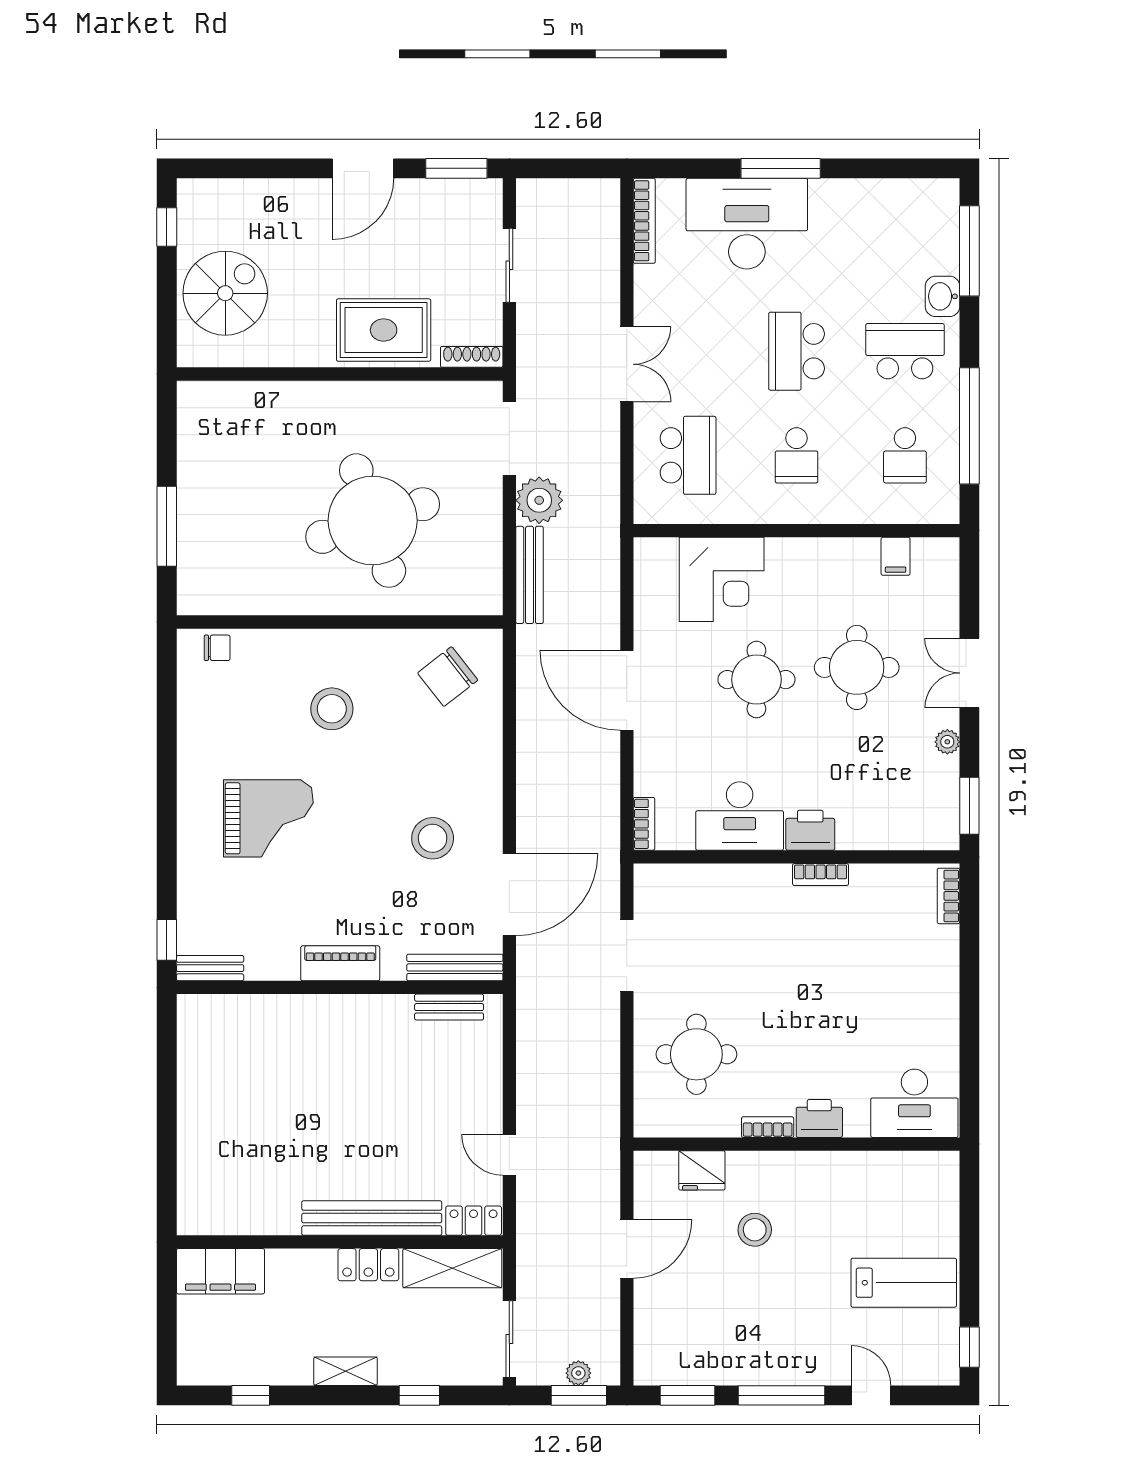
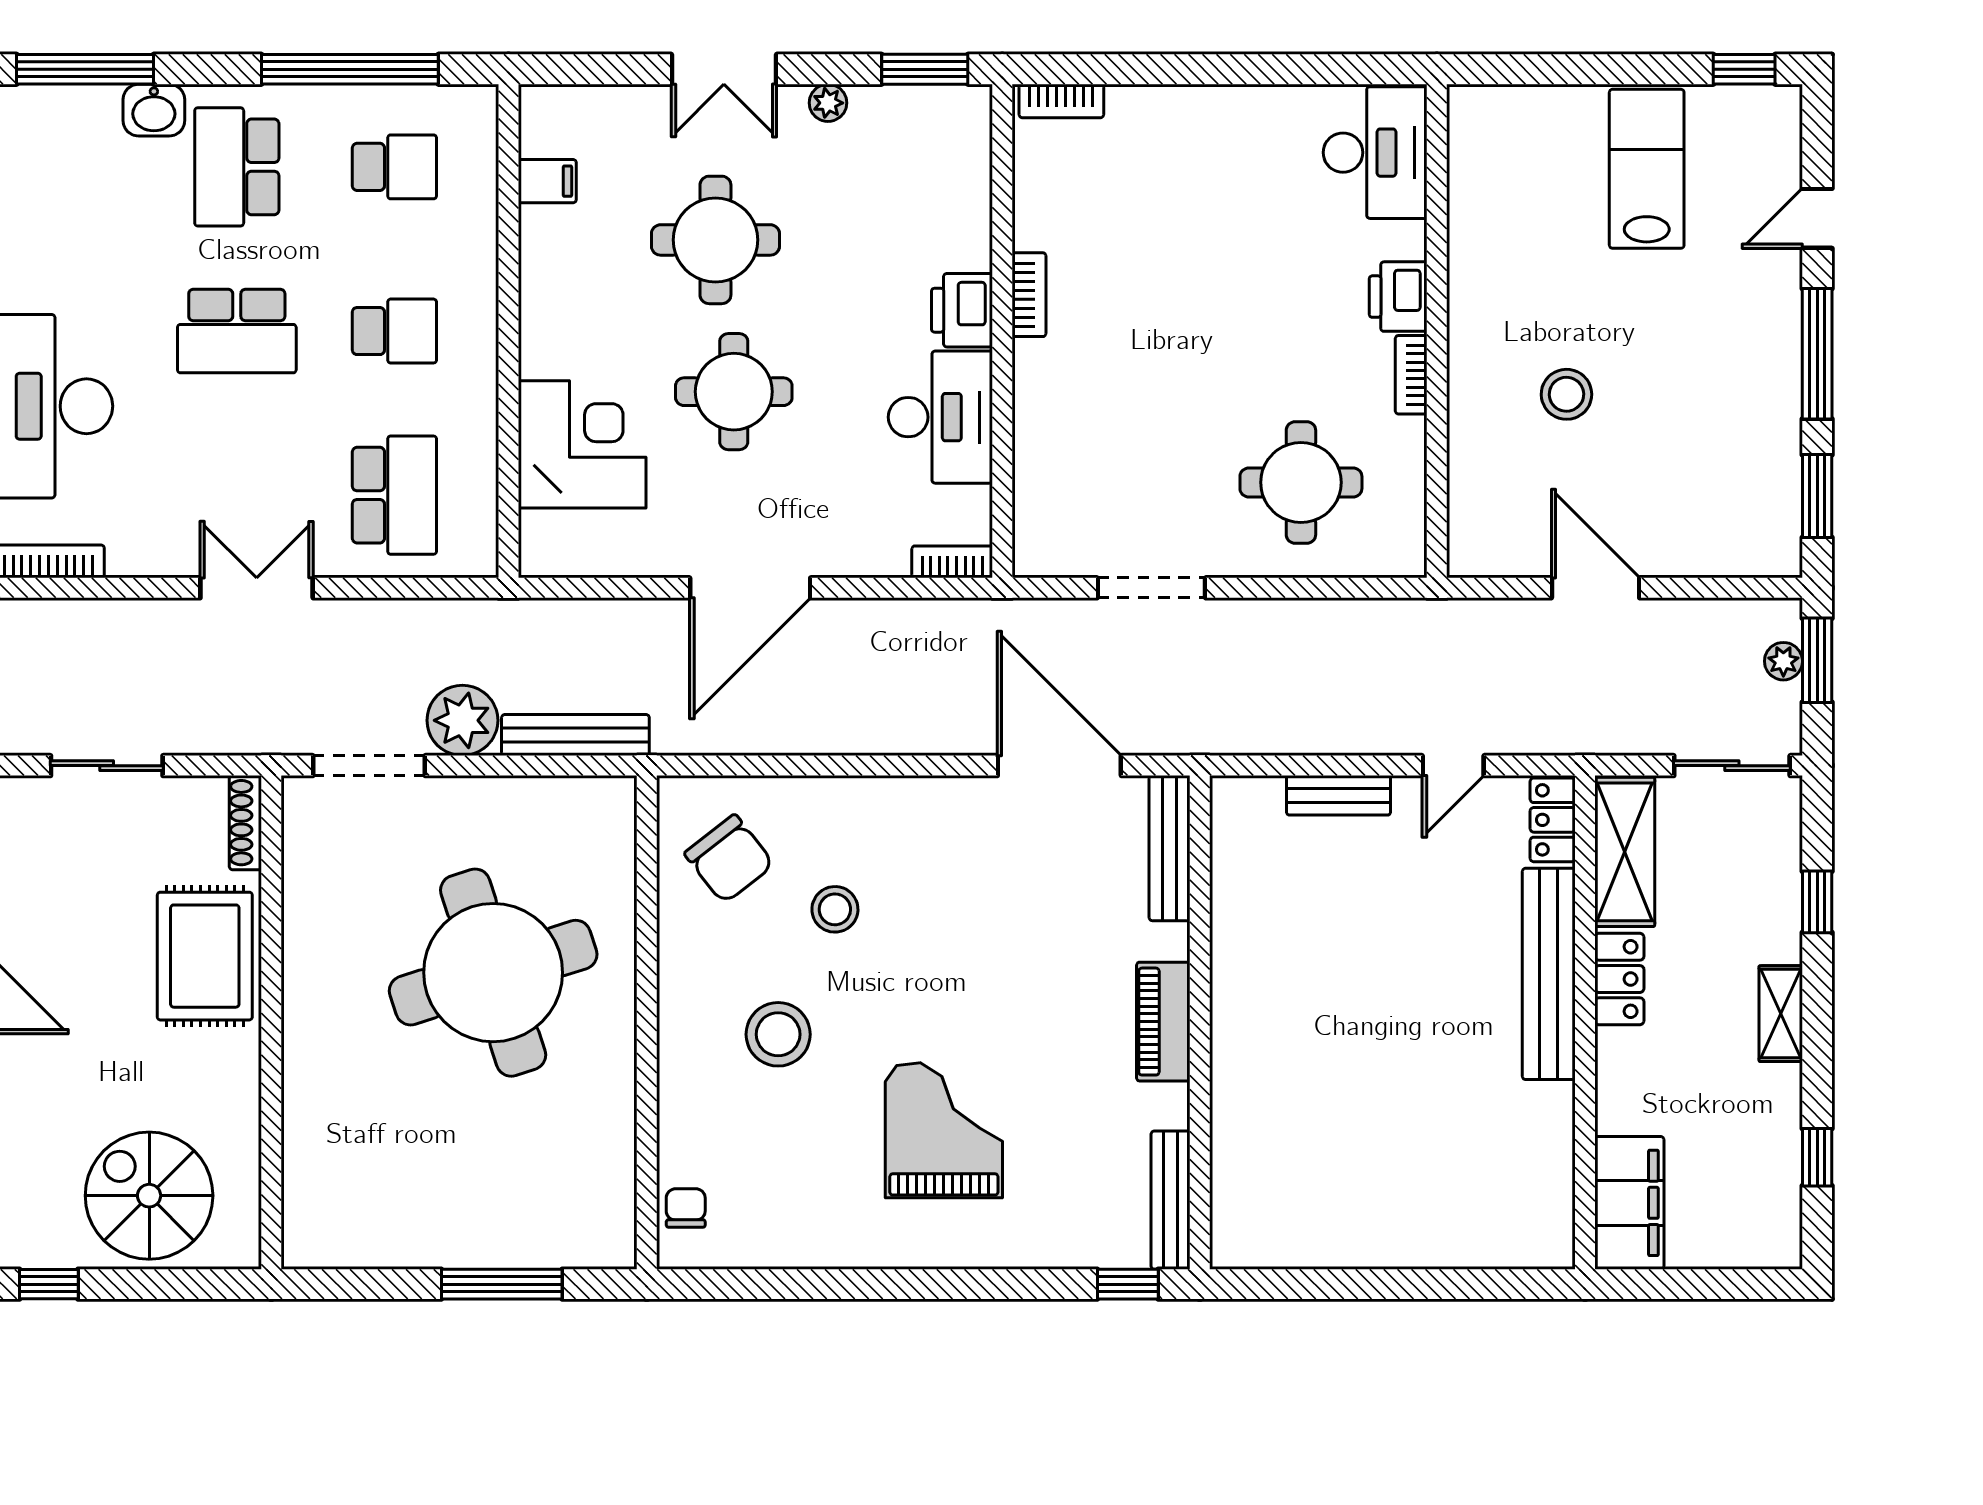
school desk: (688, 455) -> (394, 495), turned 90
stool: (433, 838) -> (835, 909), moved, width x0.73, depth x0.73
bench: (210, 968) -> (1171, 1200), width x1.36
bench: (449, 1007) -> (1339, 795), moved, turned 90
fridge: (702, 1170) -> (1477, 474), removed

